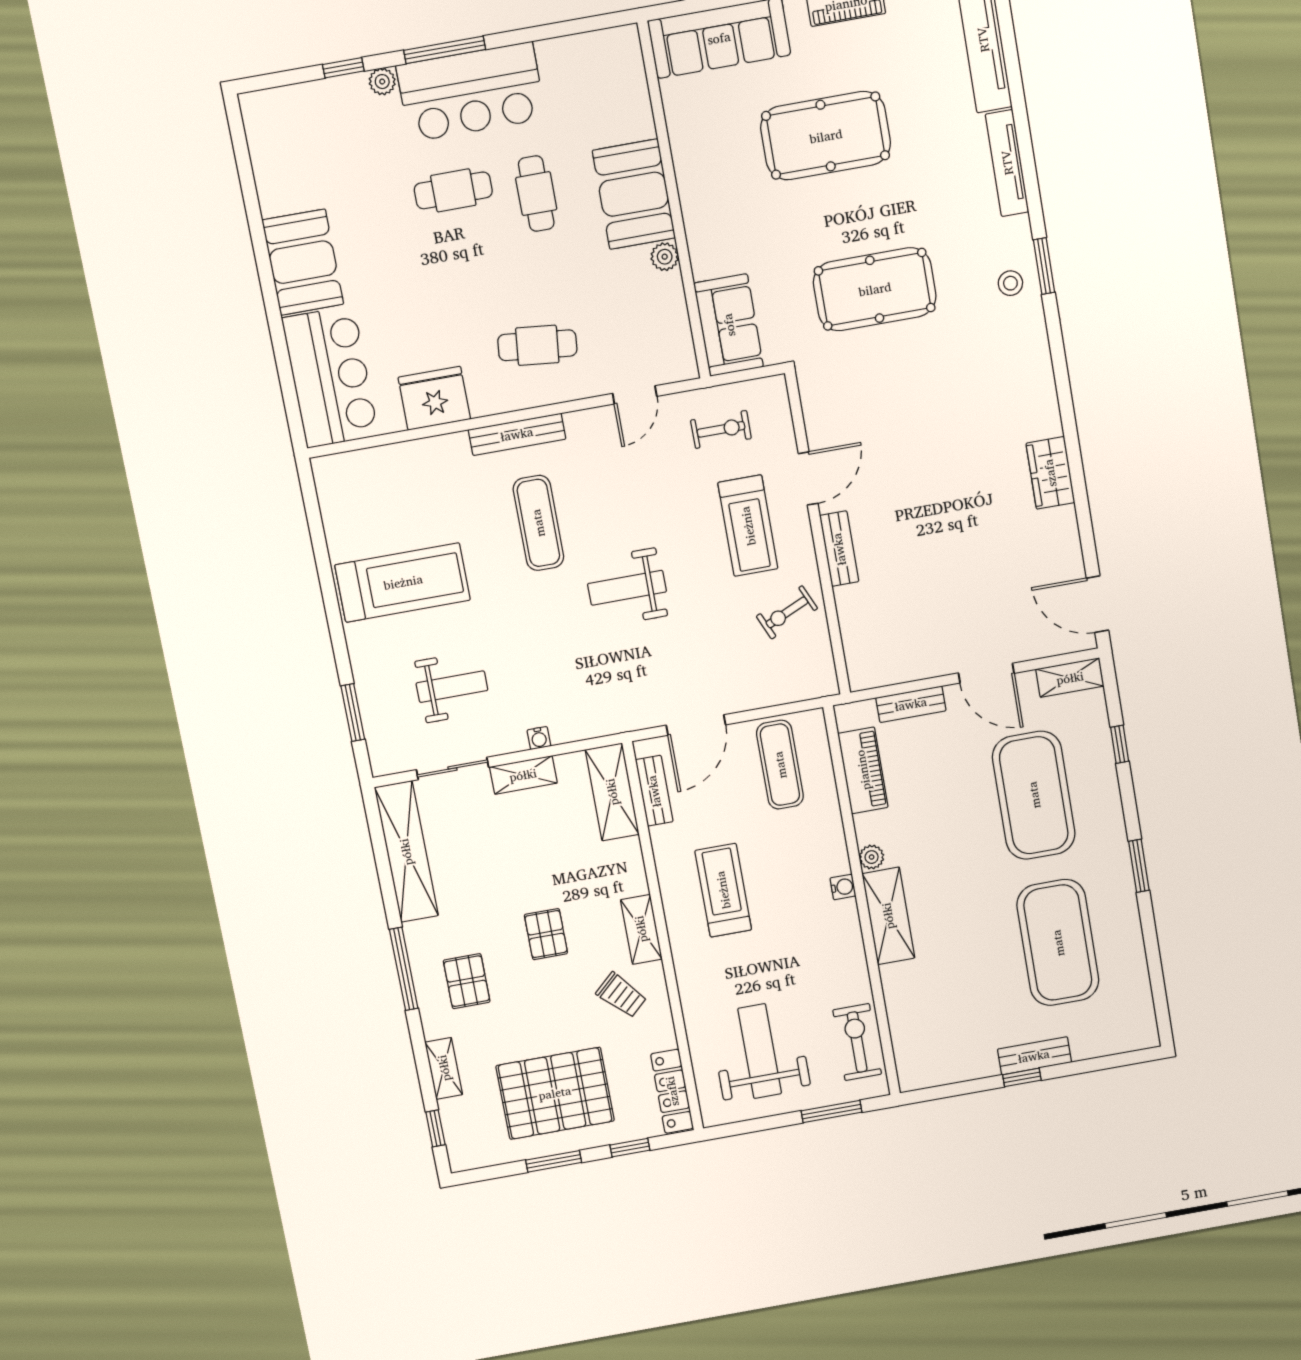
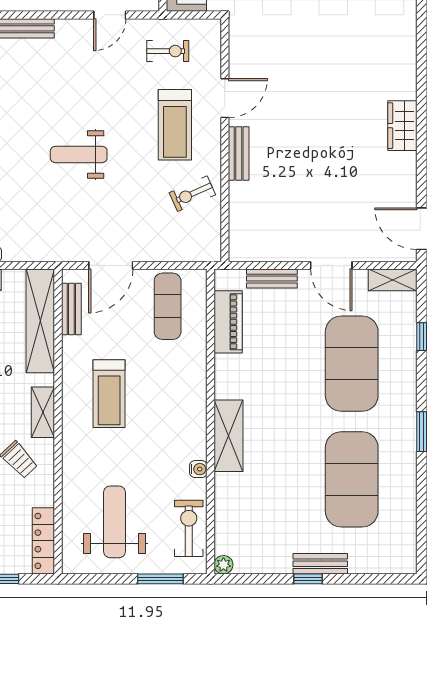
exercise mat: (538, 523) -> (23, 95), removed
shelving: (612, 792) -> (40, 321), width x1.47
plant: (872, 857) -> (223, 565), moved
water cooler: (843, 887) -> (198, 469), moved
treadmill: (723, 890) -> (109, 394), turned 180

